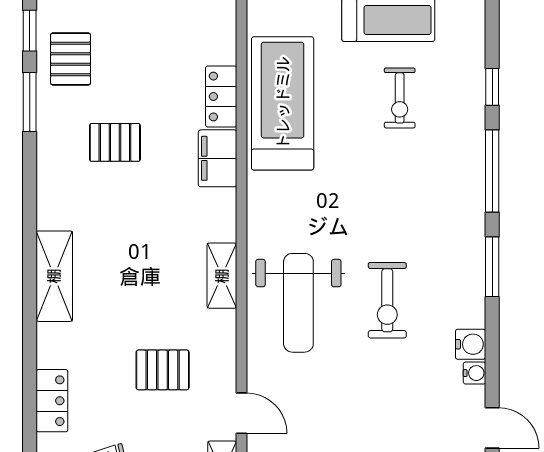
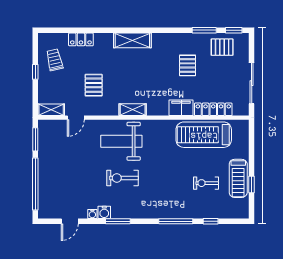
locker: (221, 96) -> (213, 109), width x1.53
treadmill: (283, 103) -> (204, 135), turned 180
window: (492, 267) -> (118, 221), moved

